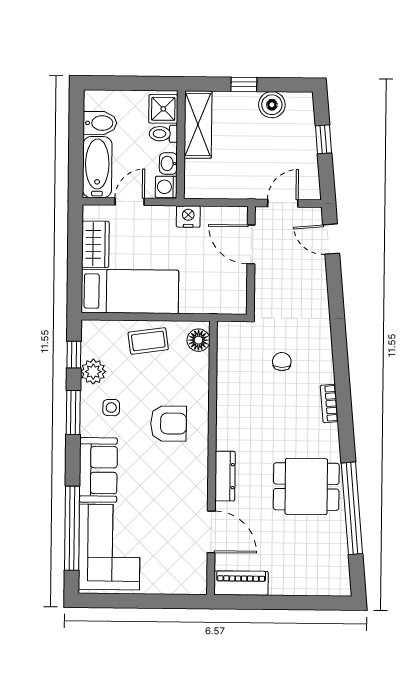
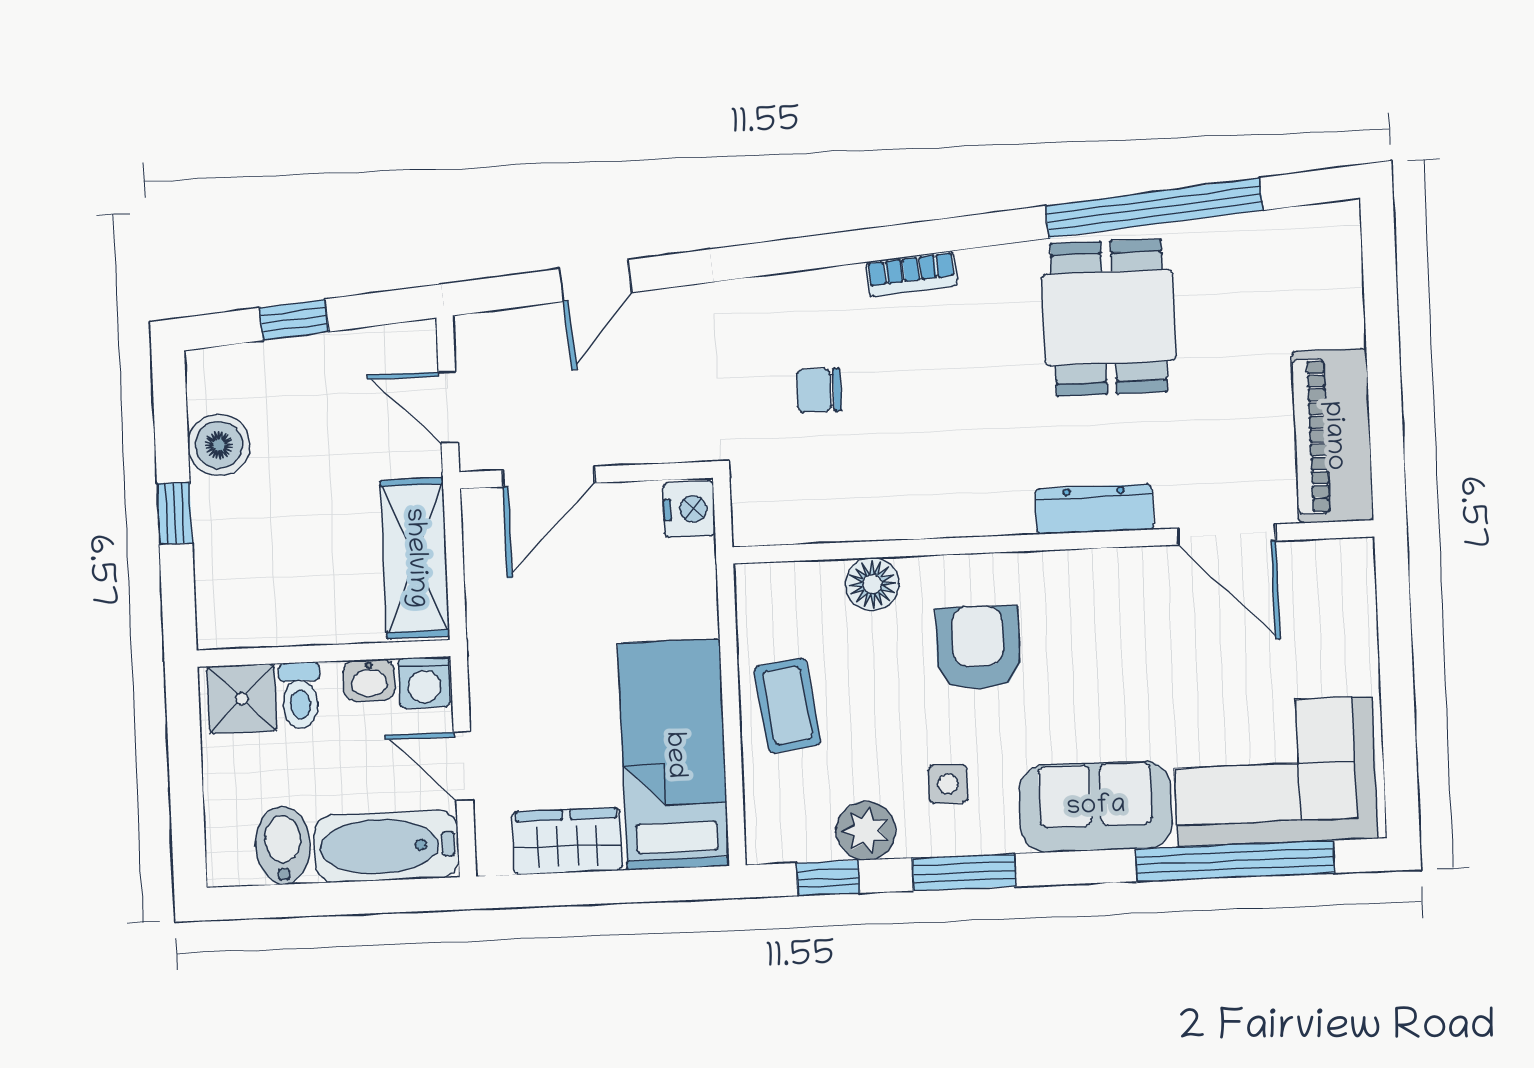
shelving: (198, 124) -> (415, 558), moved, turned 90
nightstand: (188, 216) -> (689, 509), moved, turned 180
door: (331, 239) -> (596, 281), moved
floor lamp: (198, 340) -> (872, 584), moved
door: (211, 532) -> (1227, 535), swing flipped
piano: (241, 583) -> (1333, 436), width x1.37, depth x1.33

